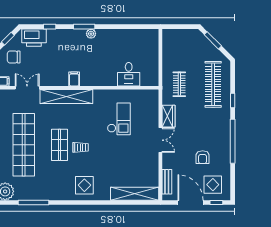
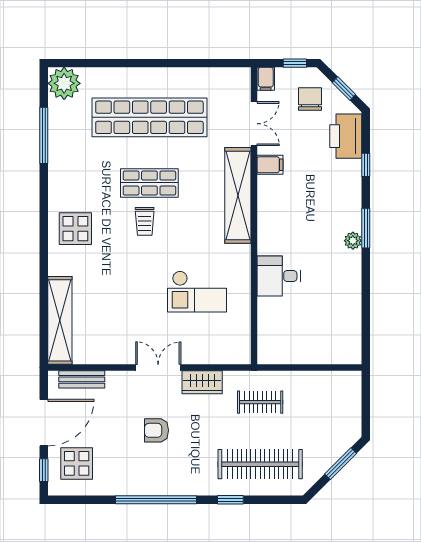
desk: (129, 74) -> (279, 276), moved
filing cabinet: (74, 79) -> (270, 165), moved
double door: (160, 140) -> (158, 368), swing flipped
armchair: (203, 157) -> (157, 430), moved

